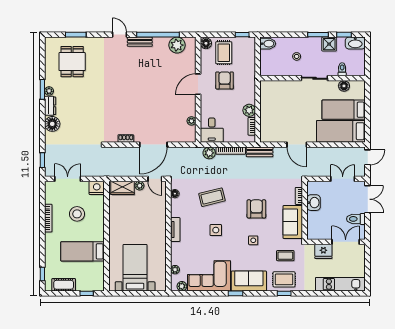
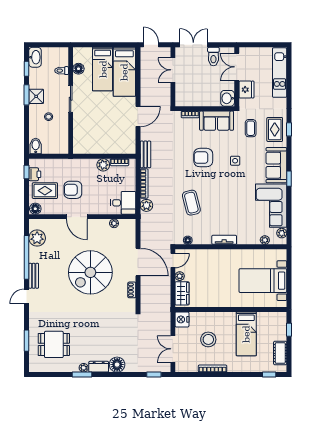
printer: (240, 43) -> (35, 174), added
shower: (329, 44) -> (36, 96), moved
spiral stairs: (143, 98) -> (90, 272), added
washbasin: (314, 203) -> (228, 98), moved, turned -90
side table: (216, 230) -> (225, 199), removed

